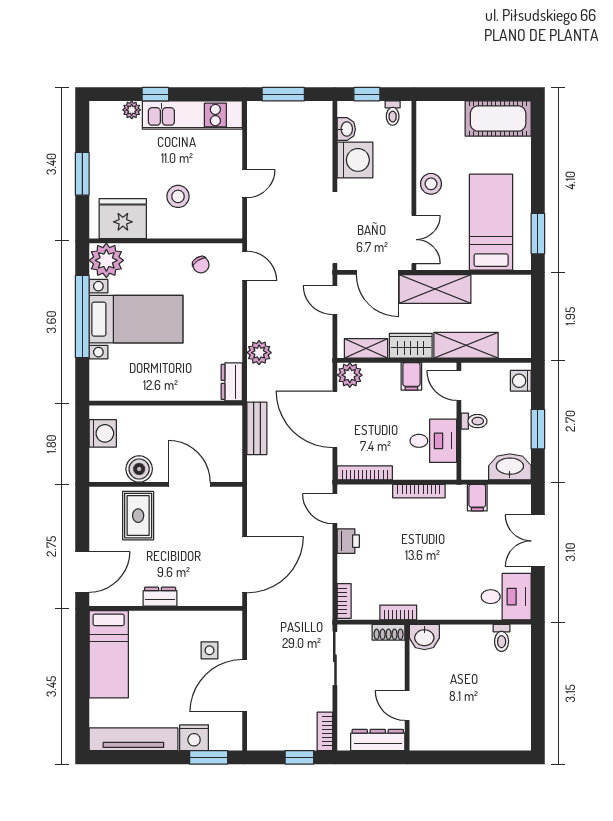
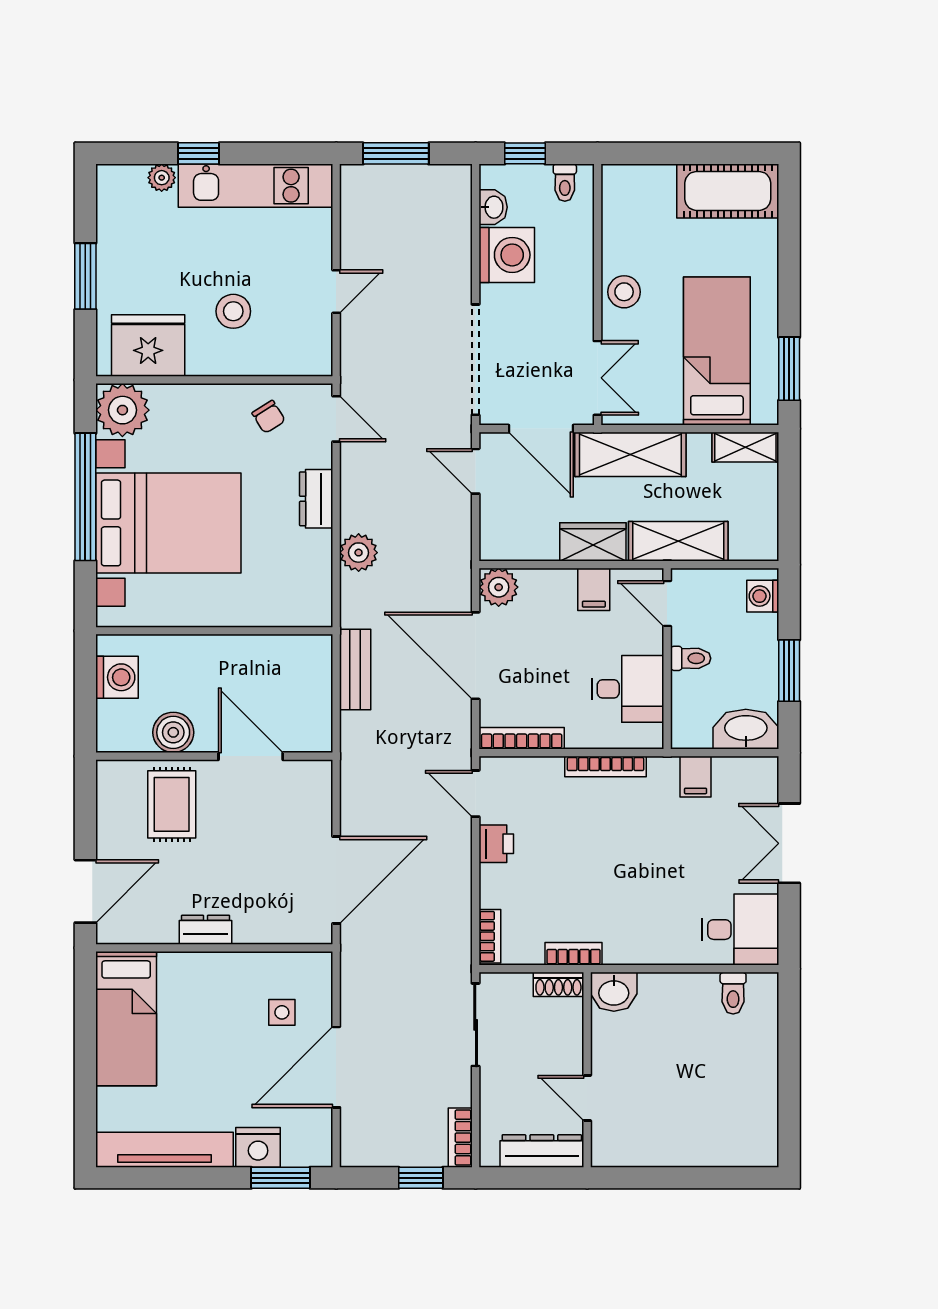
bed with nightstands: (136, 319) -> (168, 523), width x1.36
shelving: (366, 348) -> (745, 447), moved
dresser: (232, 382) -> (316, 499), moved

